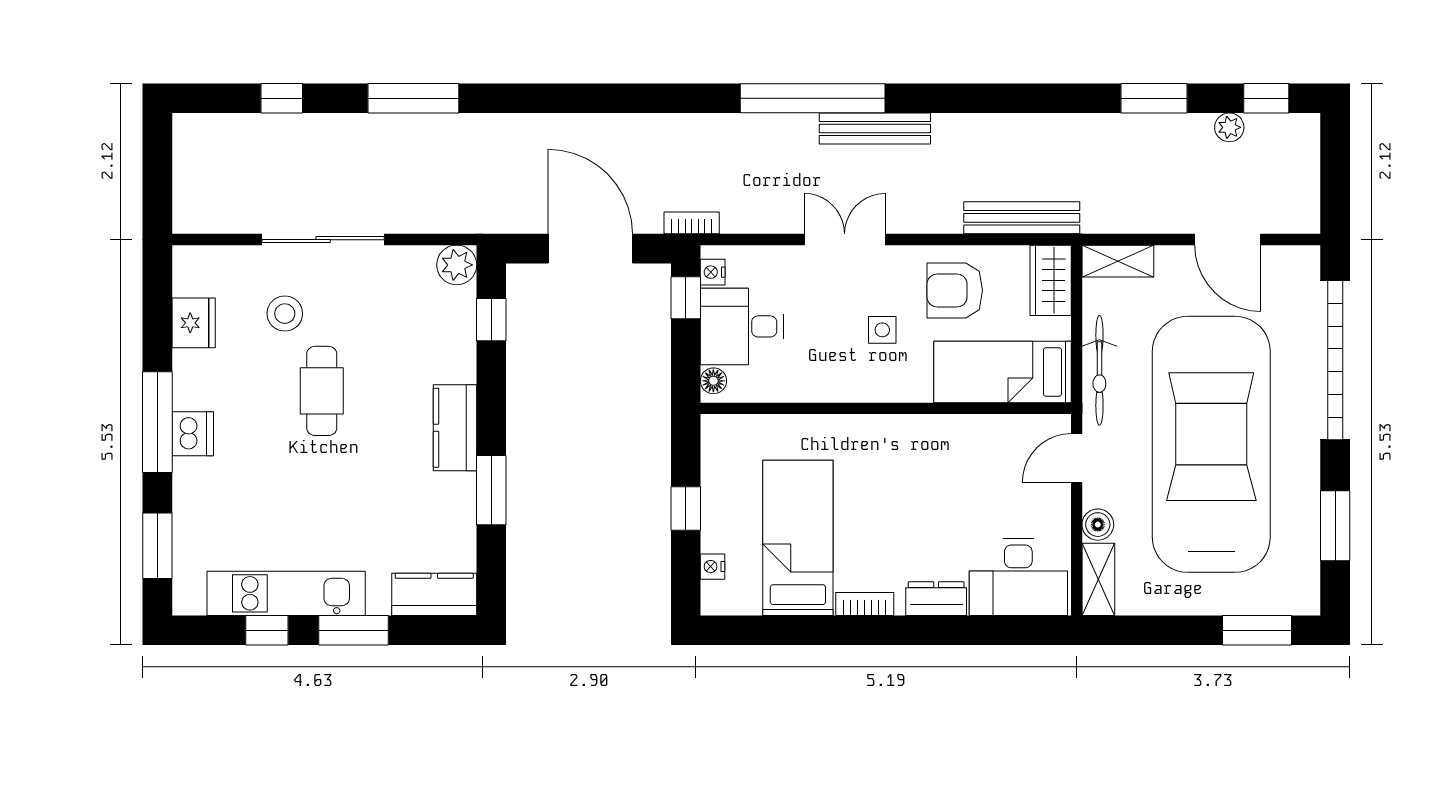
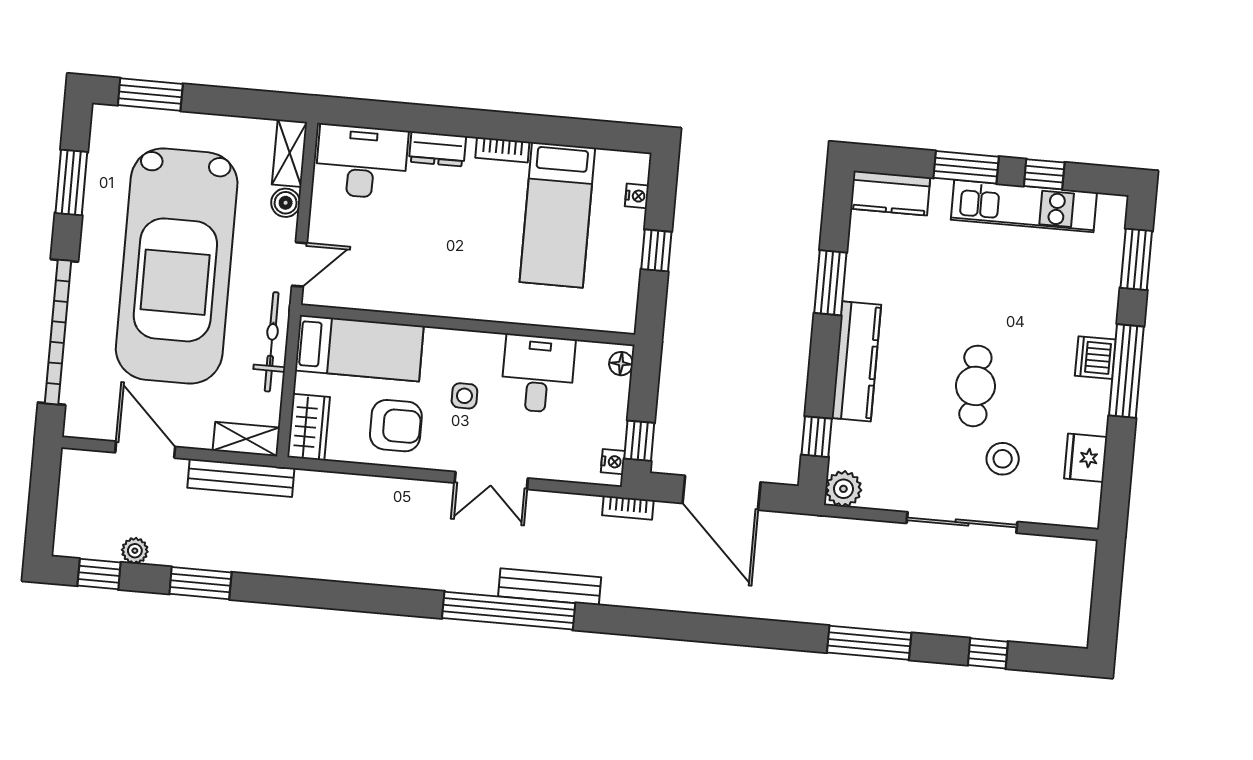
bench: (875, 128) -> (550, 587), moved
bench: (1022, 218) -> (241, 478), moved
desk: (742, 326) -> (538, 374), moved, turned -90
kitchen counter: (455, 428) -> (856, 361), width x1.50

